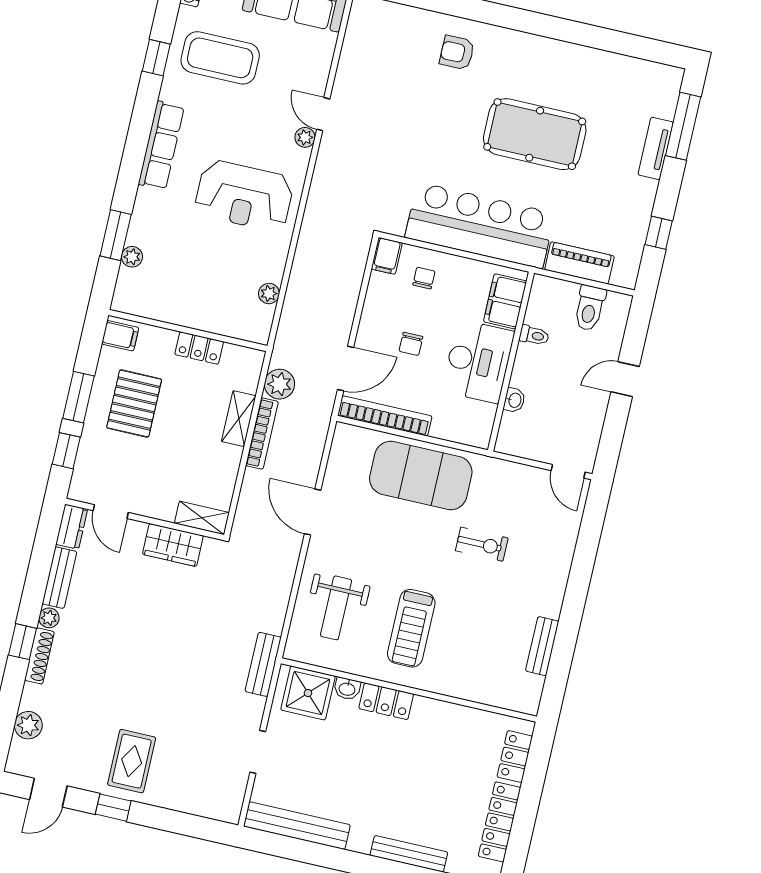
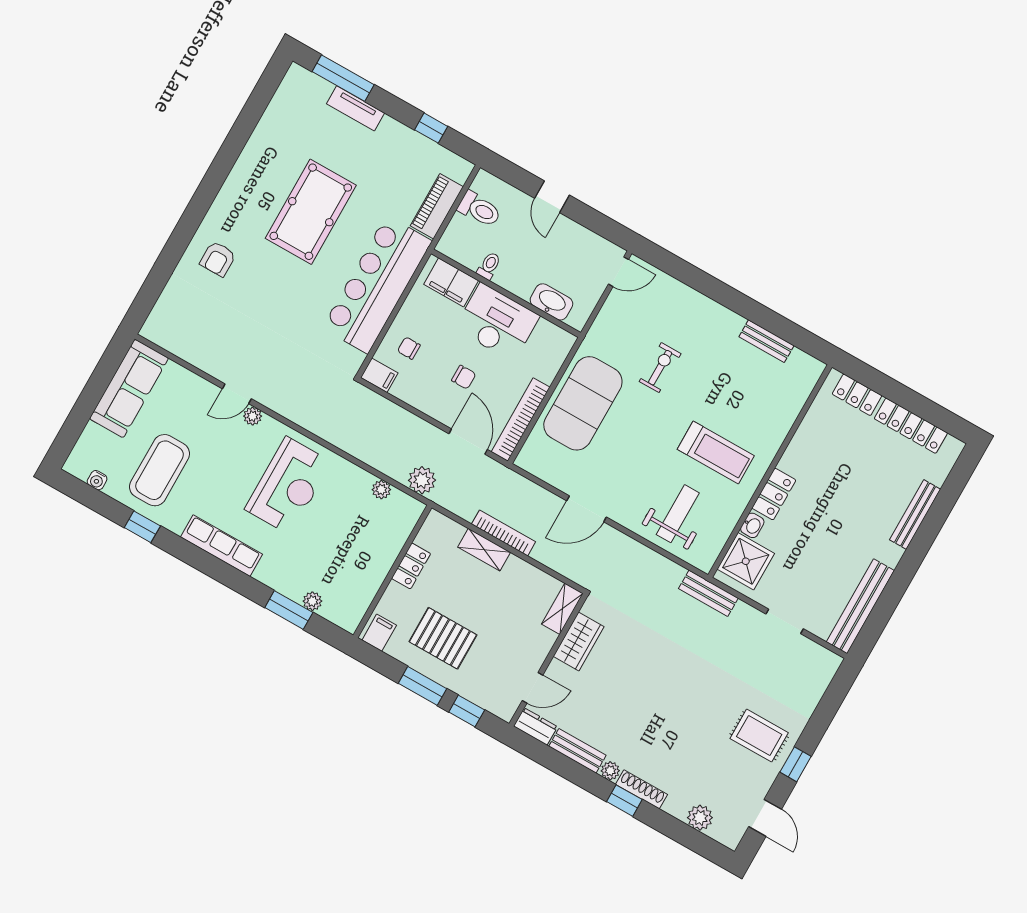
plant: (279, 384) -> (422, 480), moved
washbasin: (514, 400) -> (551, 302), width x1.91, depth x1.45
weight bench: (336, 608) -> (678, 514), turned -90

